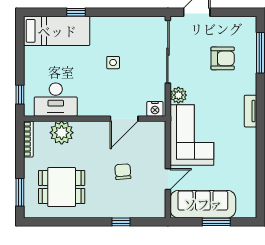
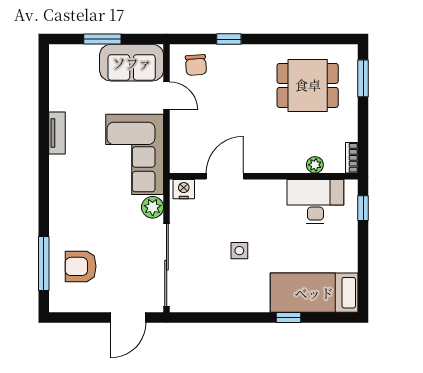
armchair: (223, 58) -> (81, 266), moved
tv unit: (250, 111) -> (57, 133), moved
plant: (62, 133) -> (315, 165), width x0.53, depth x0.53
bookcase: (28, 139) -> (352, 158), width x0.64
chair: (123, 172) -> (196, 65), moved
door: (168, 179) -> (167, 96), swing flipped
sofa: (203, 204) -> (132, 63), width x0.73

